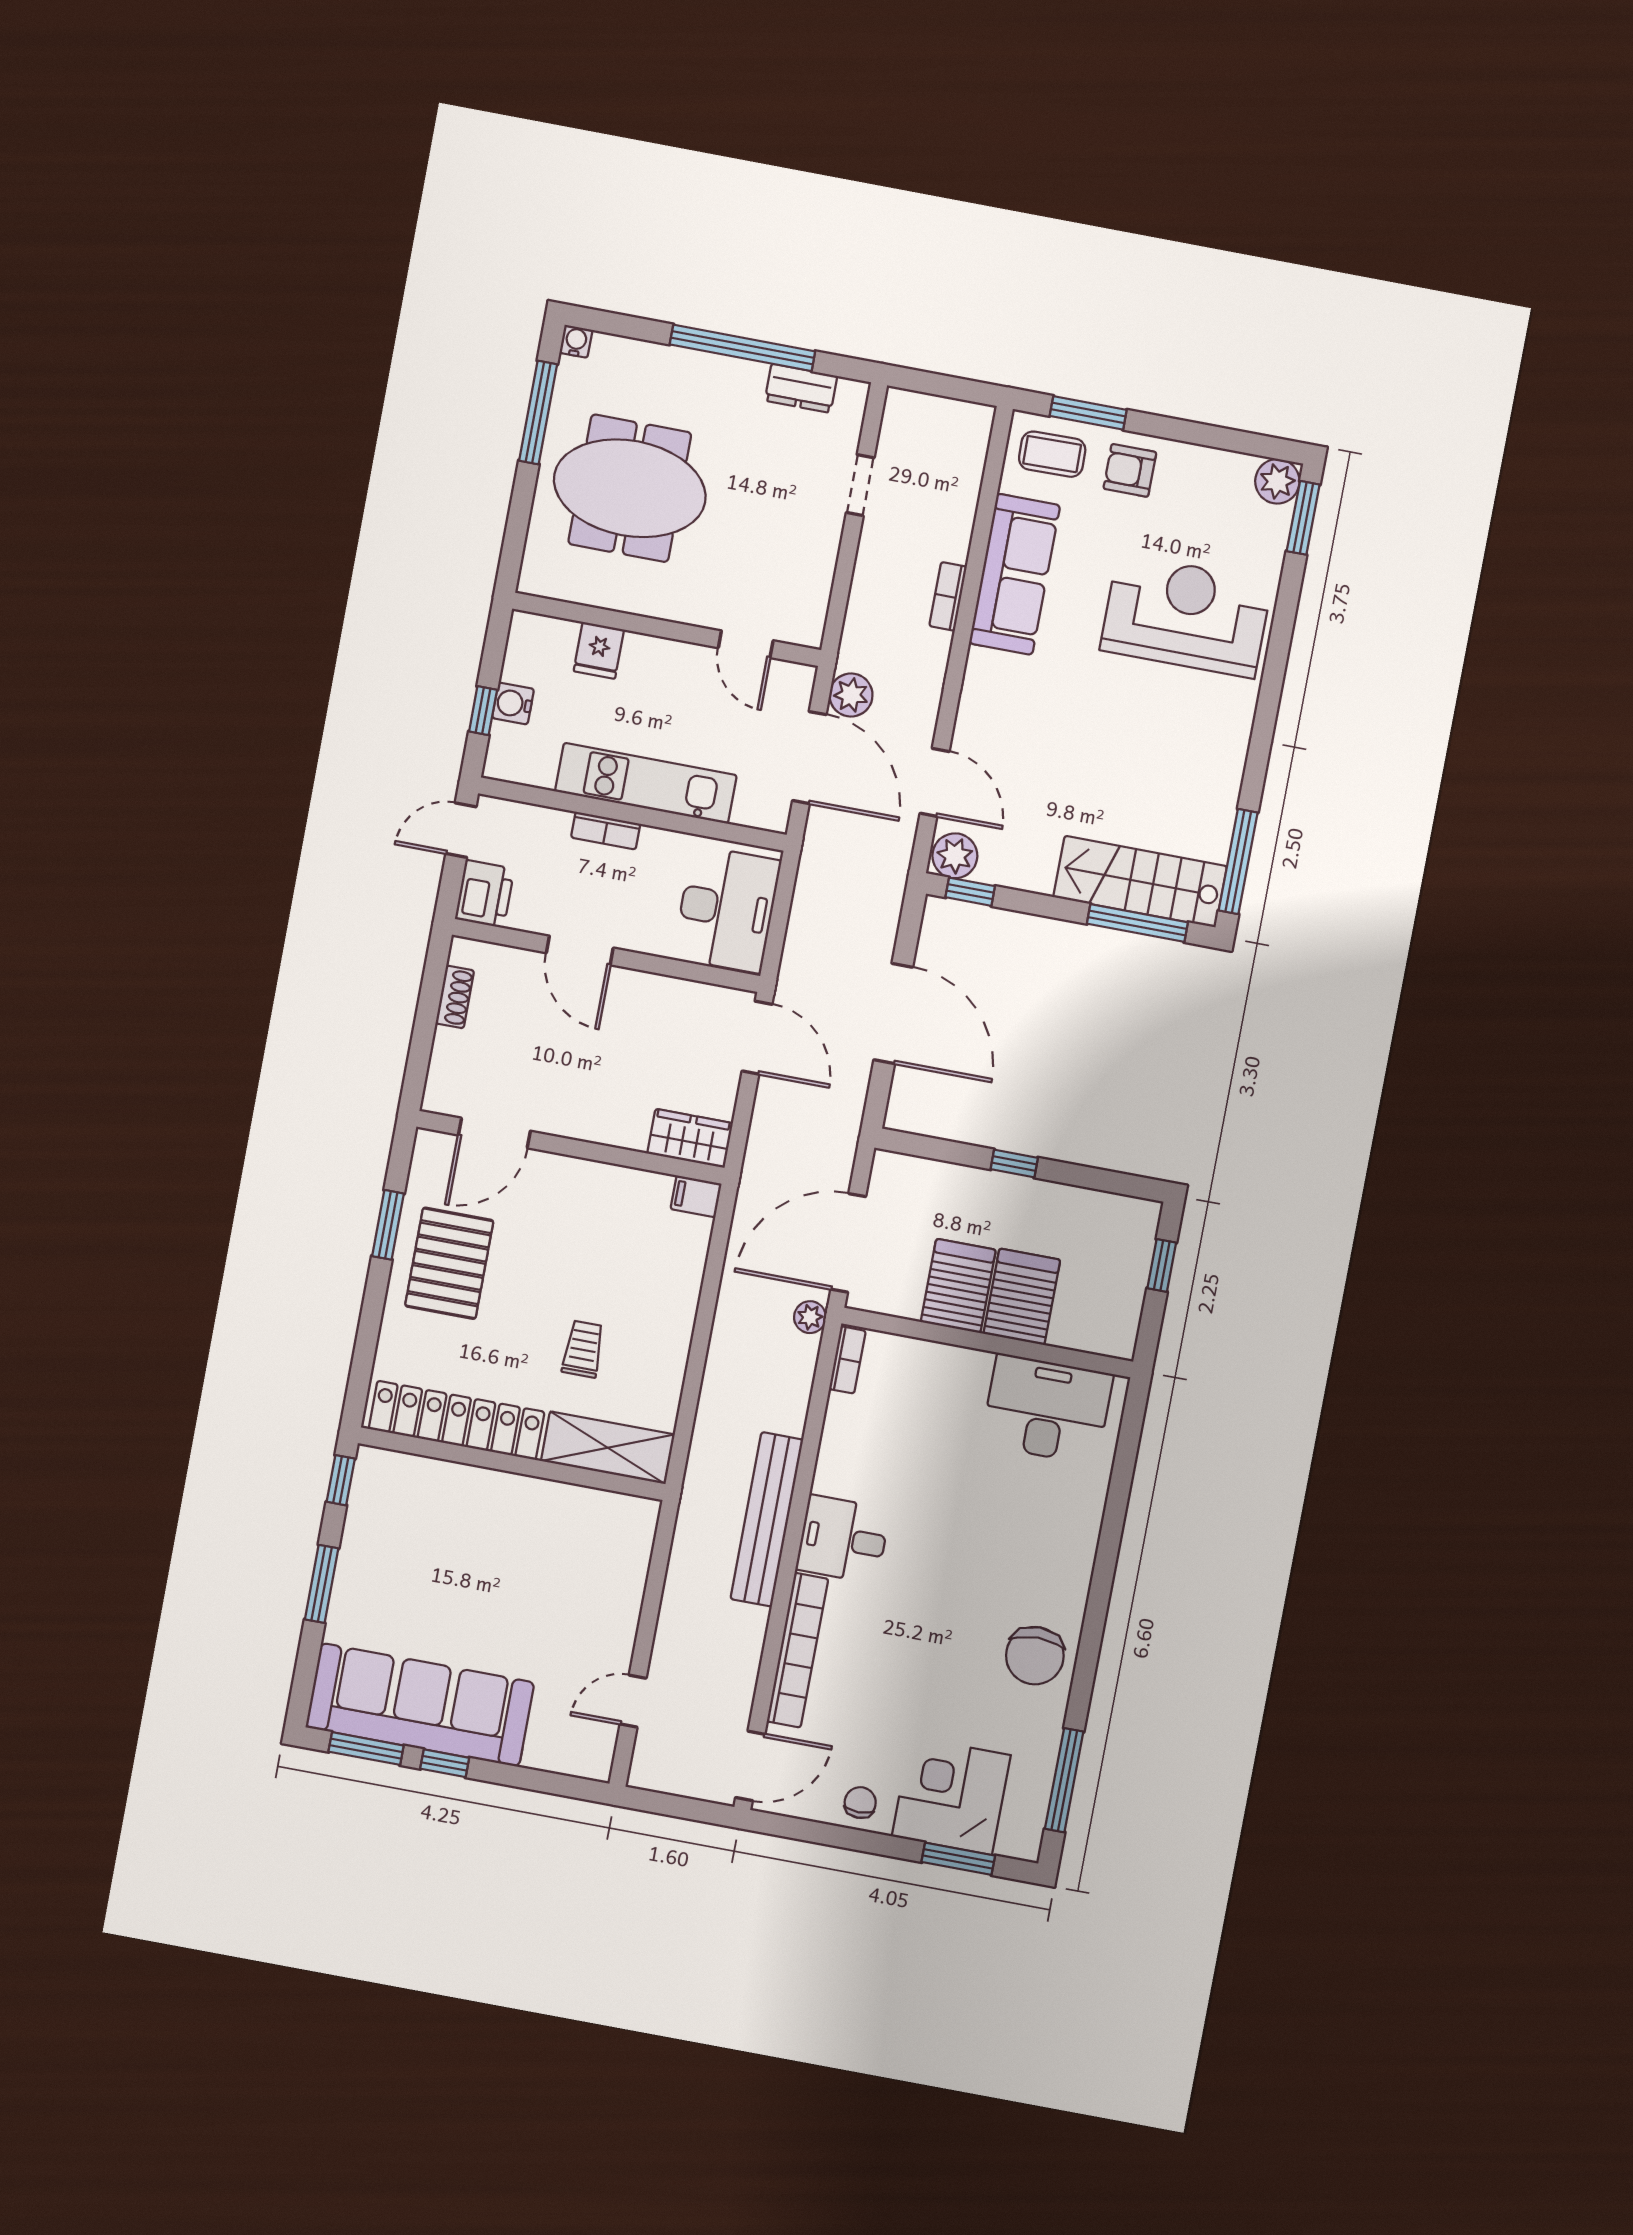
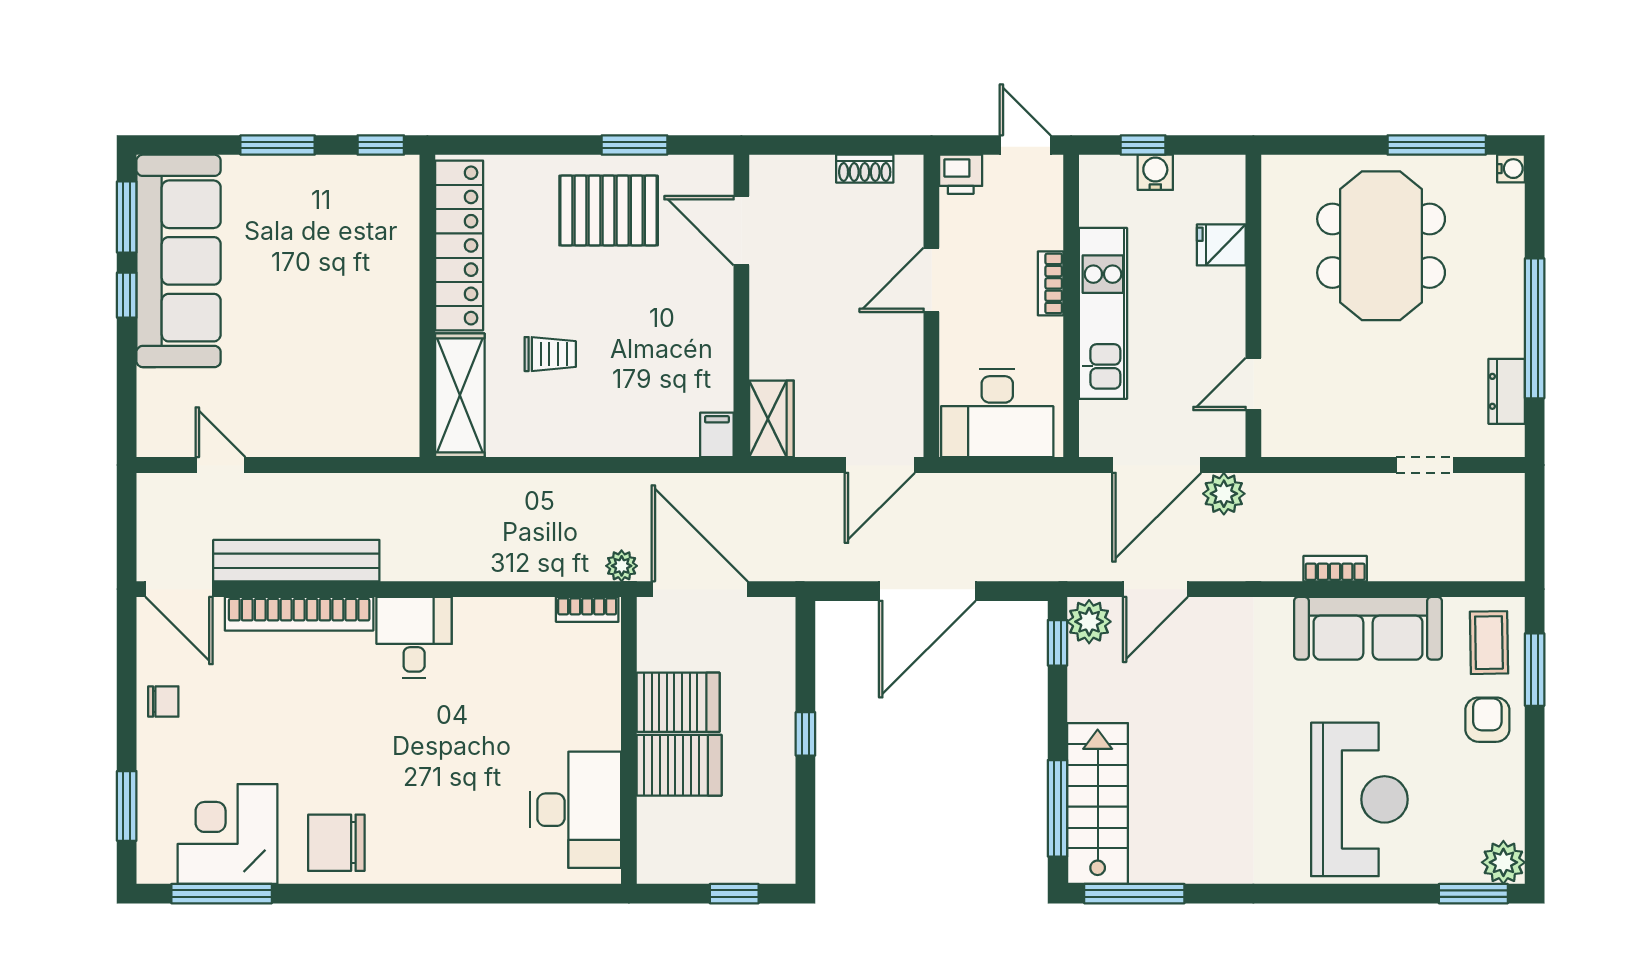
printer: (485, 894) -> (961, 174), width x0.73, depth x0.81
bench: (767, 1519) -> (296, 561), moved
corner desk: (951, 1796) -> (228, 834), moved, turned -90

